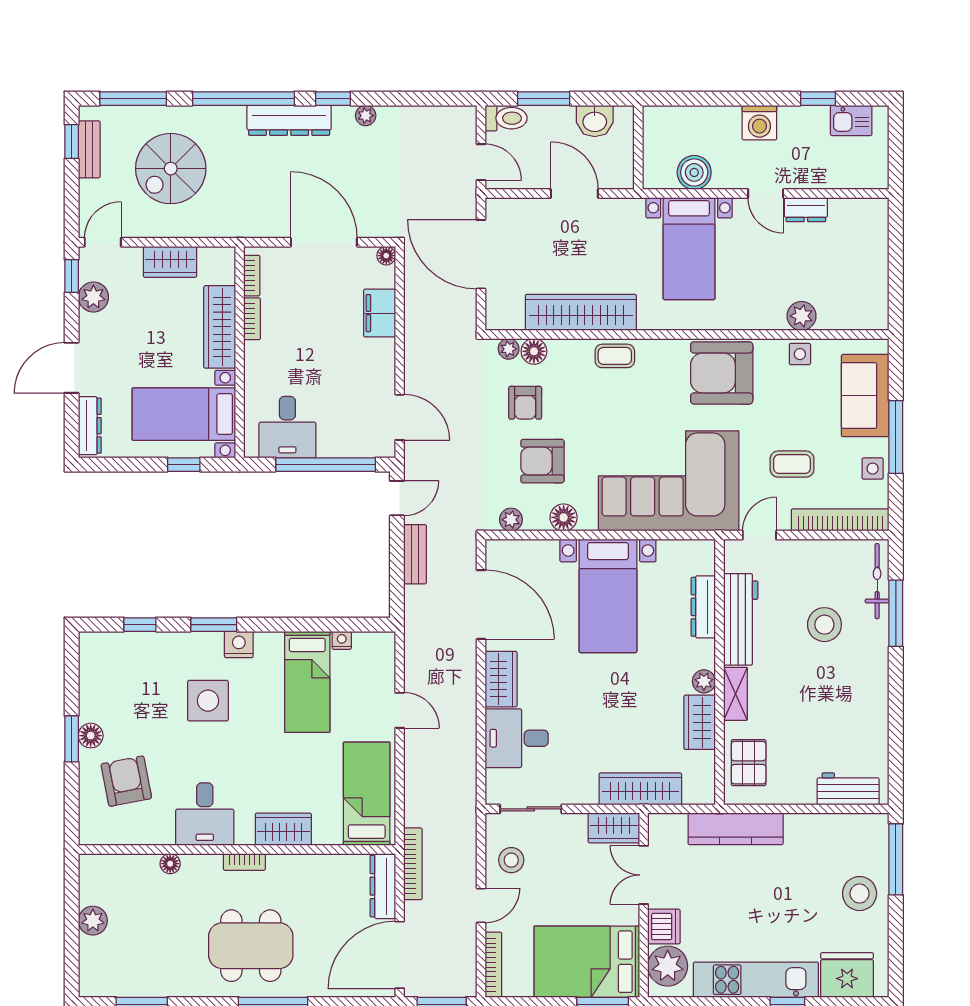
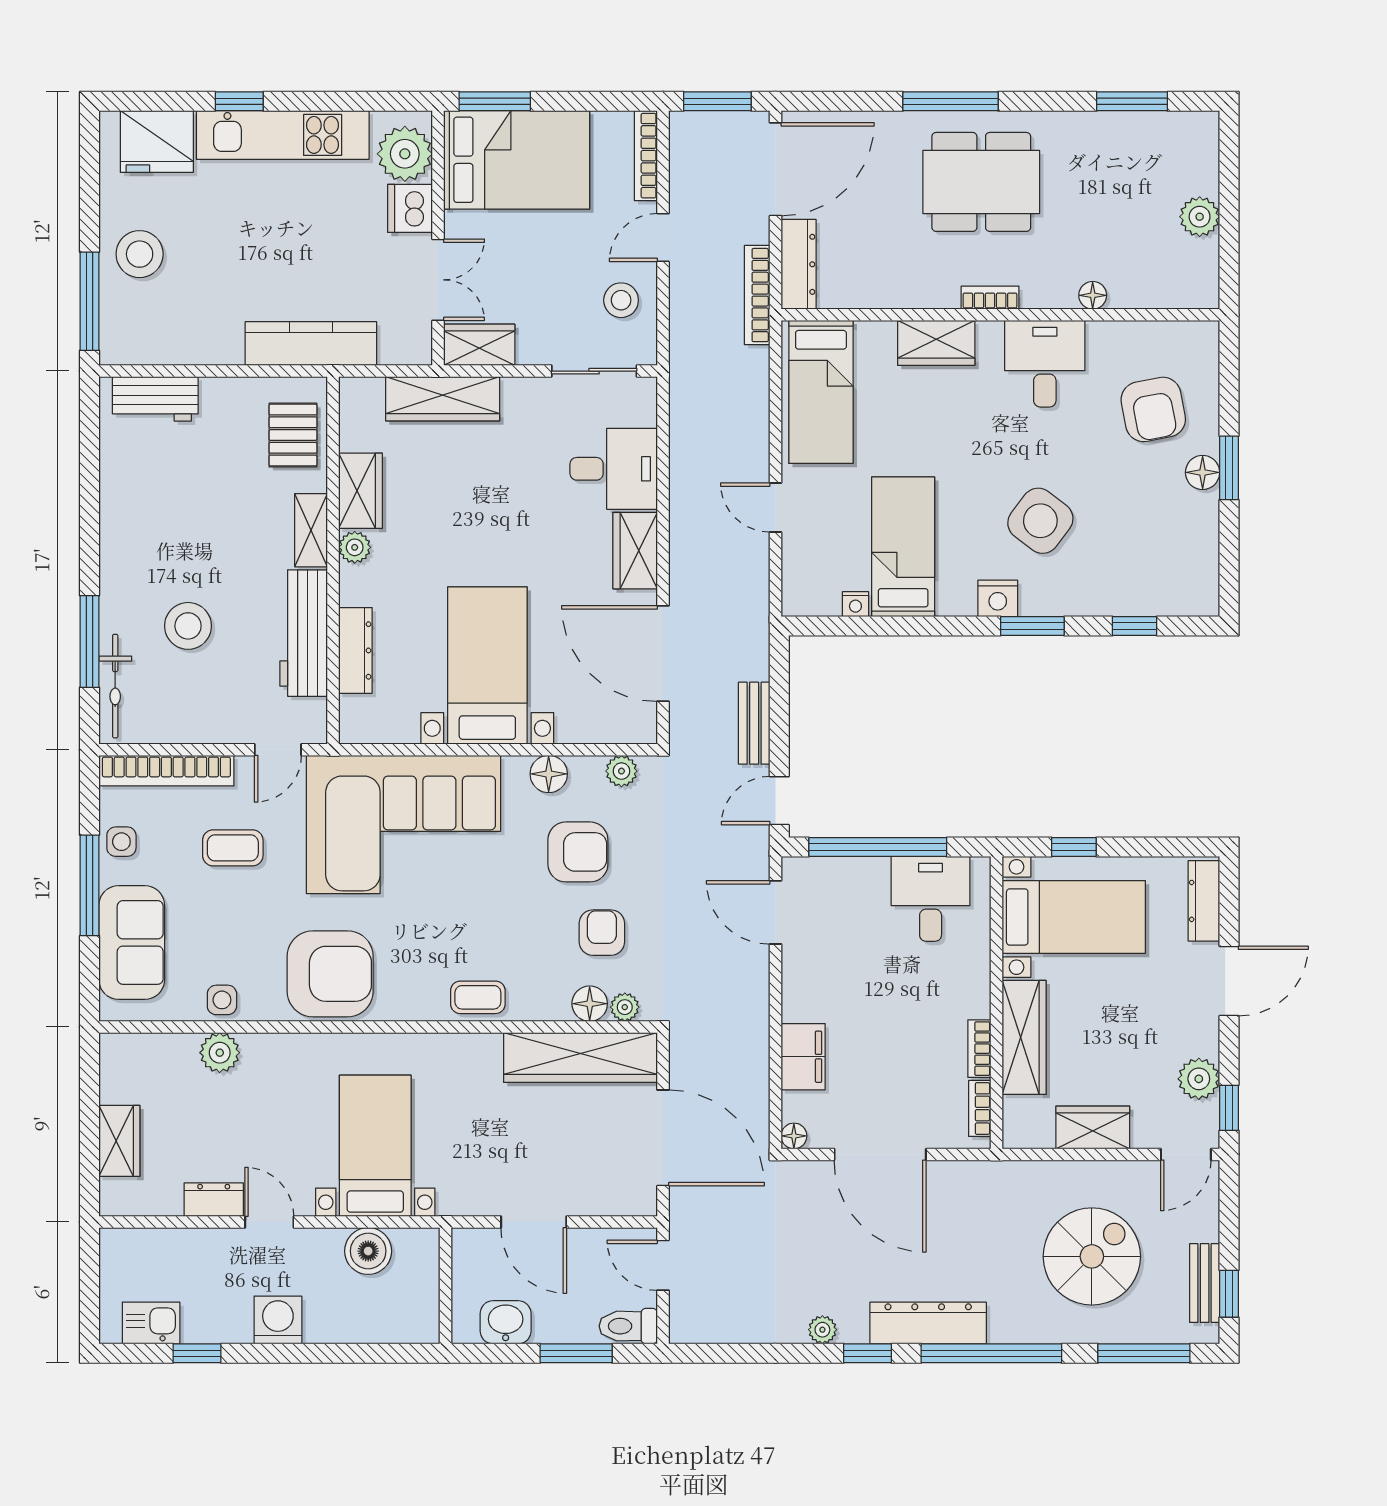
wardrobe: (874, 252) -> (119, 1141), added
wardrobe: (581, 312) -> (580, 1058), moved
side table: (208, 701) -> (1040, 521), turned 37

